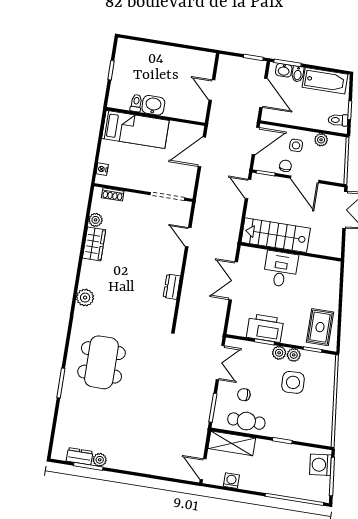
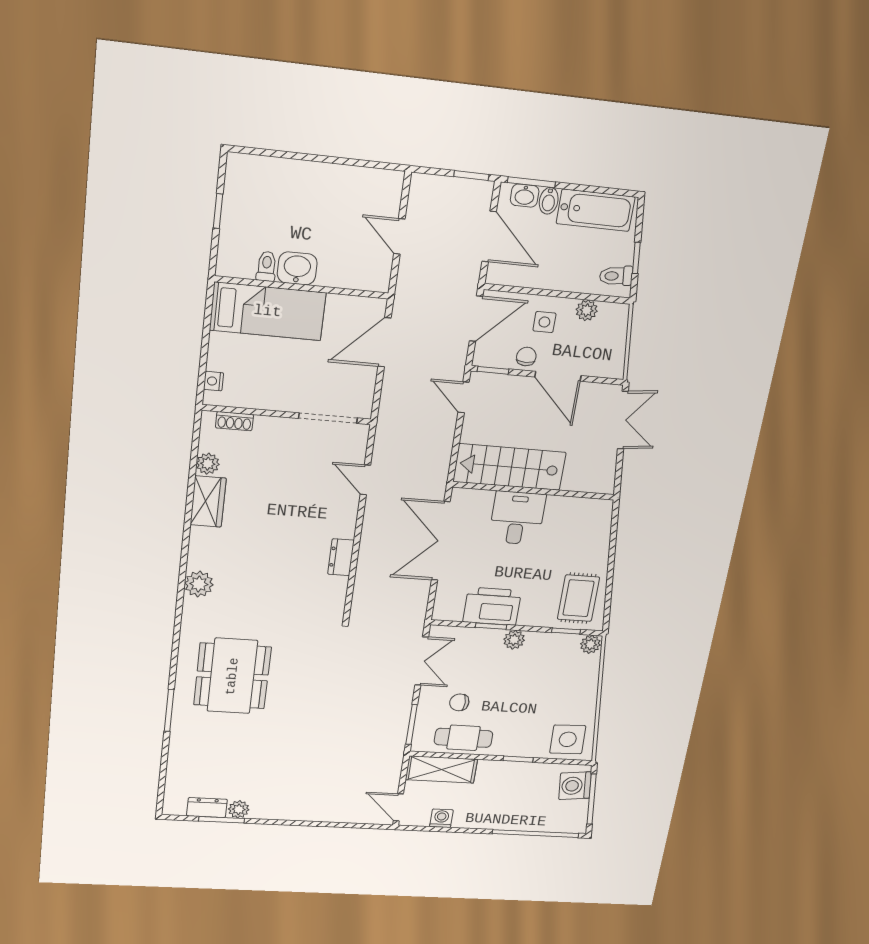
double door: (233, 281) -> (441, 541), width x1.37
plant: (294, 355) -> (590, 644), moved
side table: (293, 382) -> (568, 739), moved

